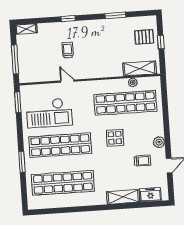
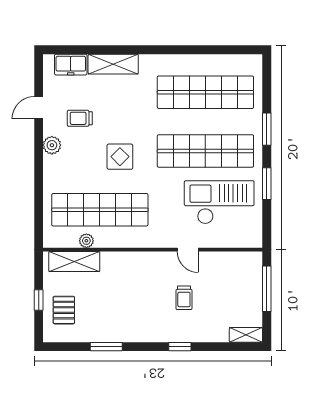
pallet: (144, 37) -> (64, 310), turned 90
window: (18, 102) -> (267, 184), moved

